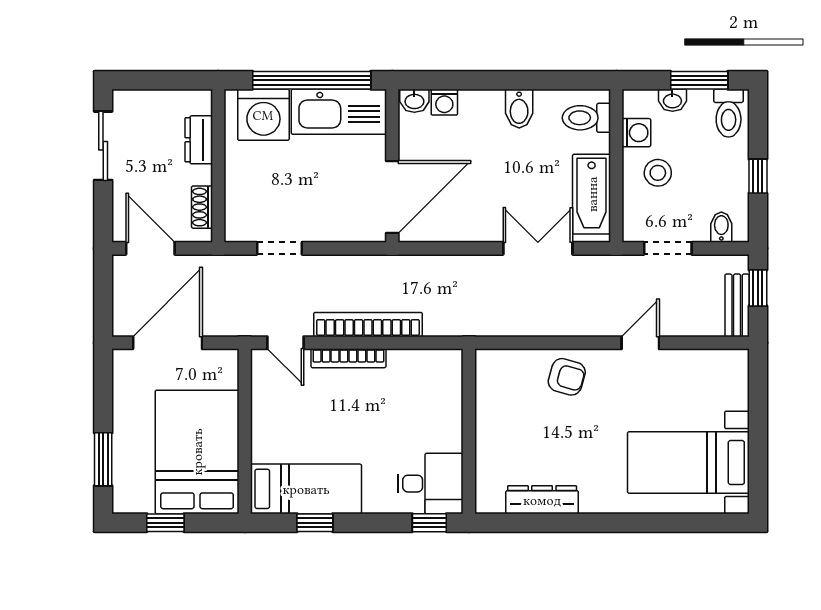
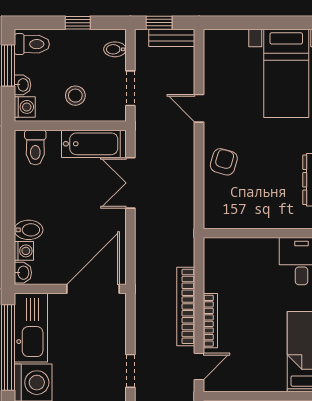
bidet: (519, 109) -> (29, 230), moved
washing machine: (636, 133) -> (25, 107), moved, turned 90
door: (392, 197) -> (93, 289), hinge flipped

